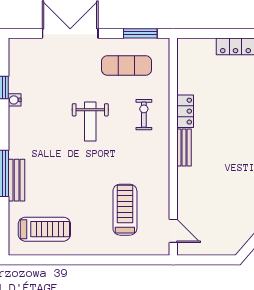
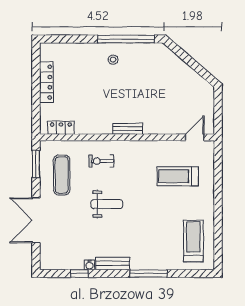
locker: (185, 111) -> (61, 128), moved
bench: (17, 180) -> (113, 263), moved

